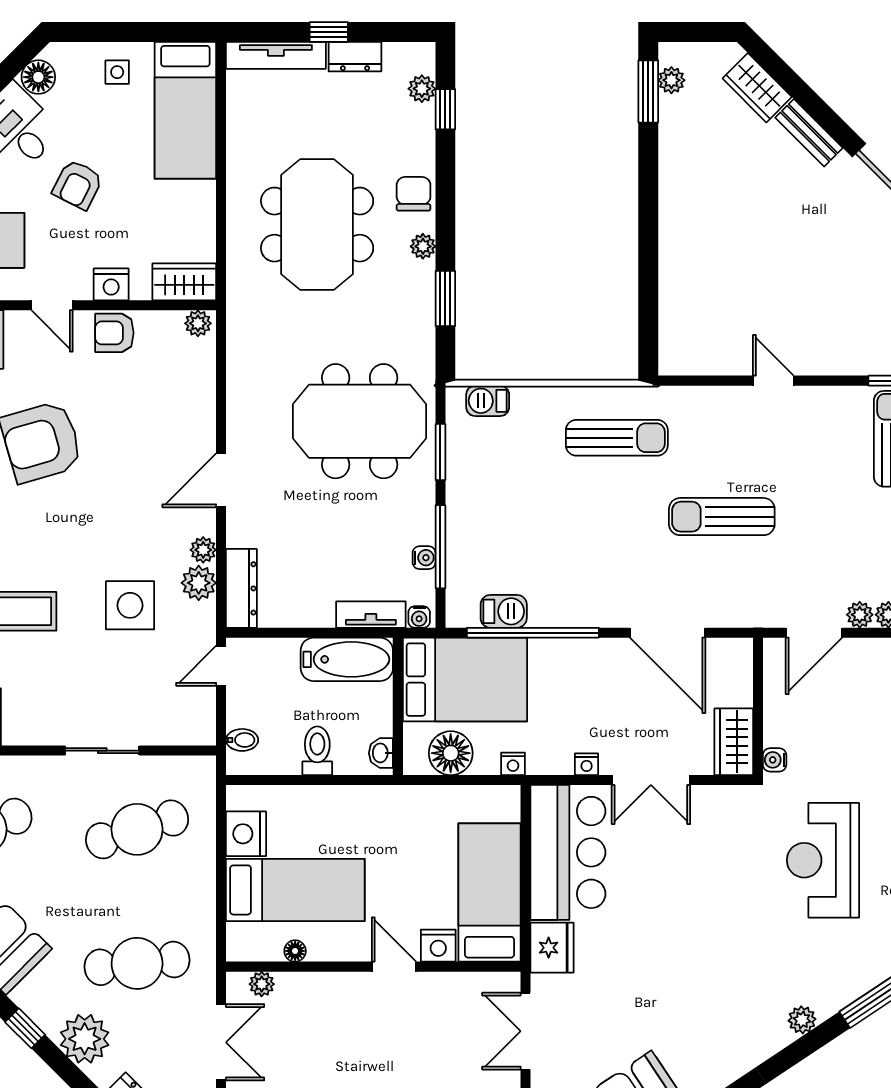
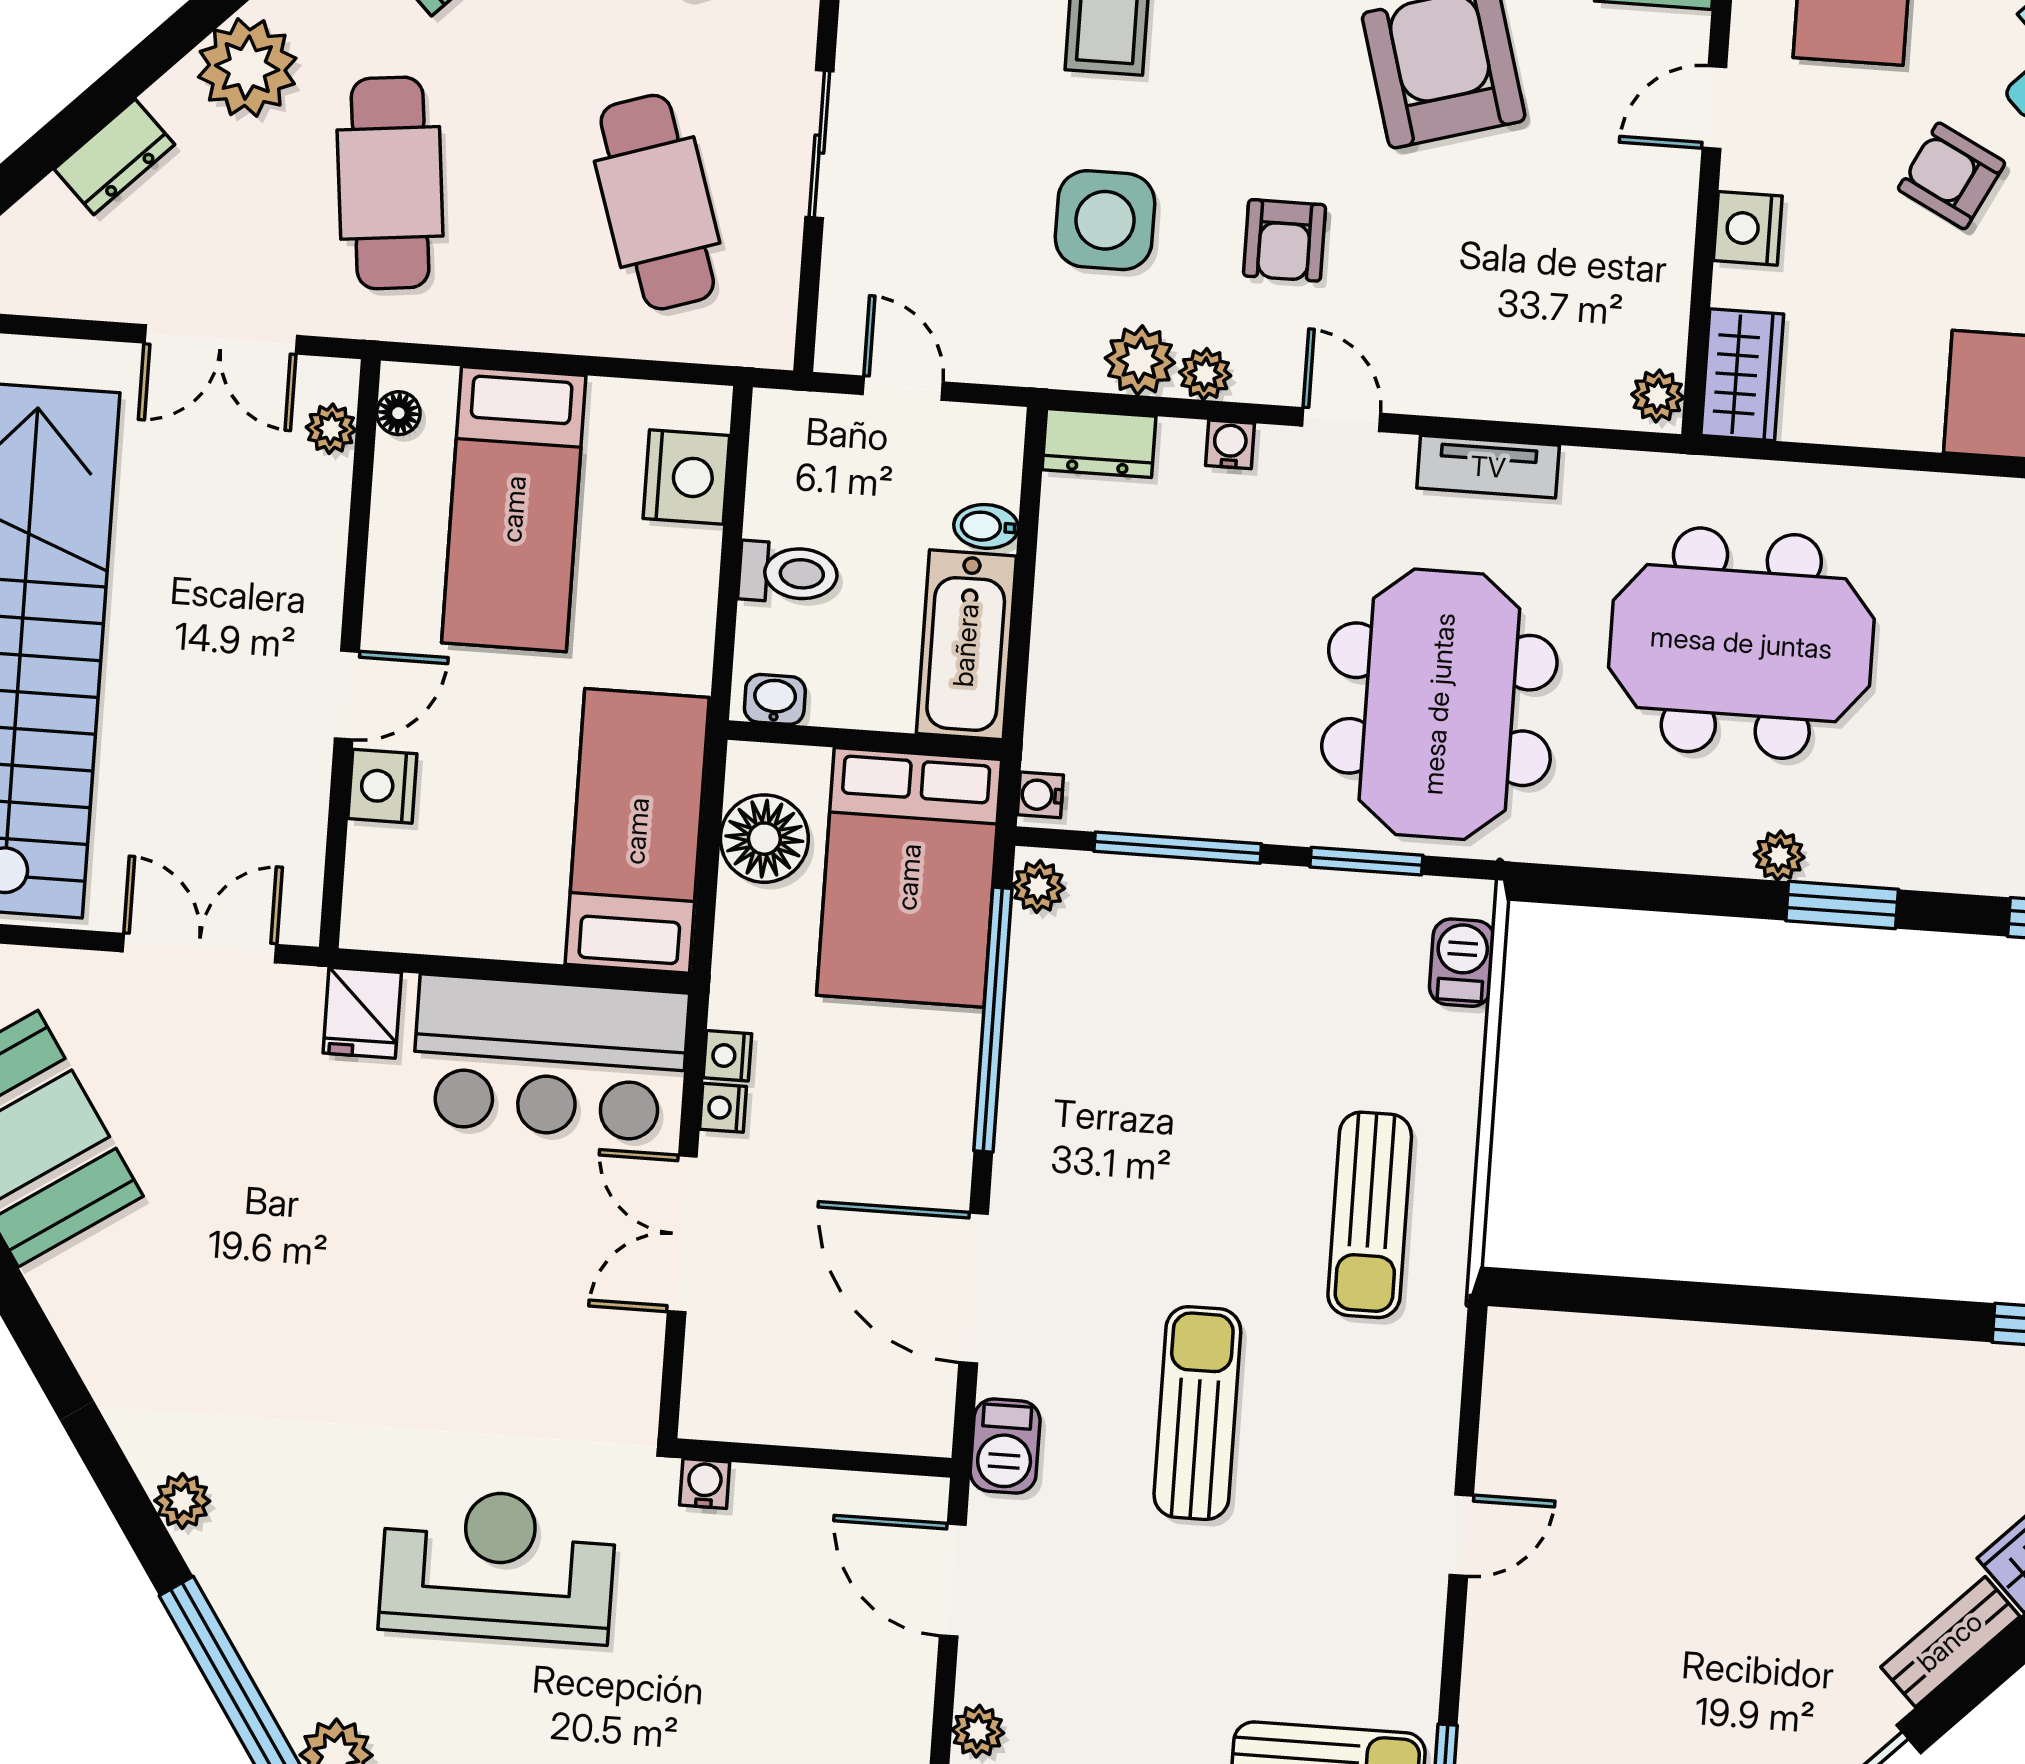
chair: (414, 194) -> (1885, 844), removed
meeting table: (317, 225) -> (1741, 643), moved
window: (445, 299) -> (1842, 905), moved
armchair: (114, 333) -> (1284, 240), moved, turned 180
door: (221, 480) -> (1341, 420), width x0.73
water cooler: (424, 558) -> (1230, 444), moved, turned 180
dresser: (241, 588) -> (1099, 443), width x0.70
barbecue: (504, 611) -> (1005, 1446), moved
tv unit: (371, 615) -> (1488, 467), moved, turned 90
plant: (860, 615) -> (1038, 887), moved
door: (668, 633) -> (974, 1288), hinge flipped
door: (221, 666) -> (903, 388), moved
bidet: (242, 740) -> (986, 526), moved, turned 90
wardrobe: (734, 742) -> (747, 1405), removed
nightstand: (513, 764) -> (727, 1056), moved
nightstand: (246, 834) -> (686, 477), moved, turned 90
bed: (489, 893) -> (637, 831), moved, turned -90
fridge: (552, 948) -> (362, 1013), width x0.72
floor lamp: (295, 951) -> (398, 413), moved

